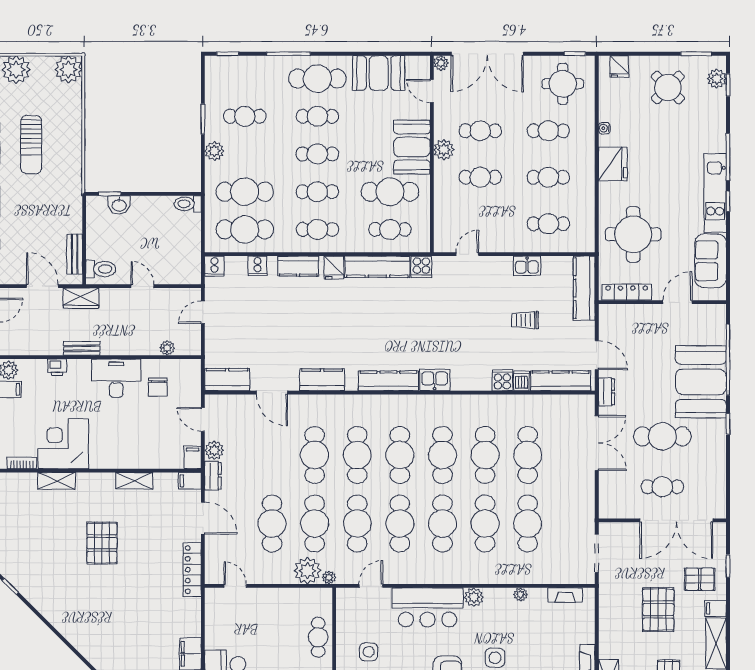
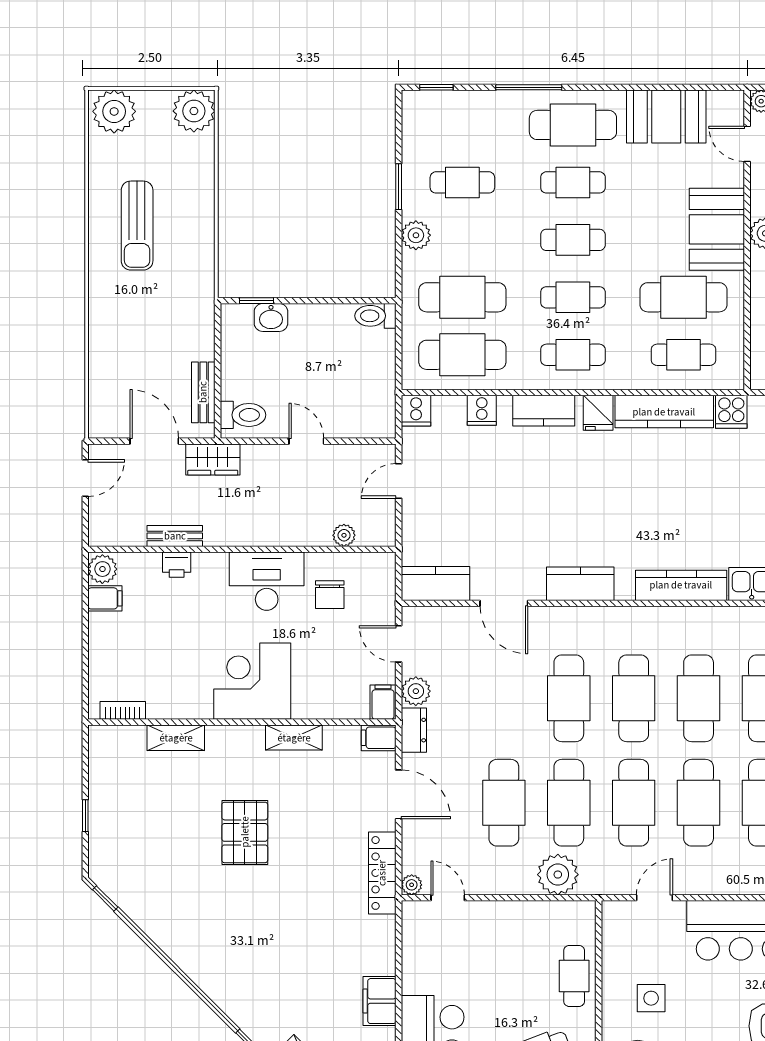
bench: (82, 348) -> (175, 536), moved
corner desk: (63, 444) -> (252, 681), moved
plant: (329, 577) -> (412, 885), moved

